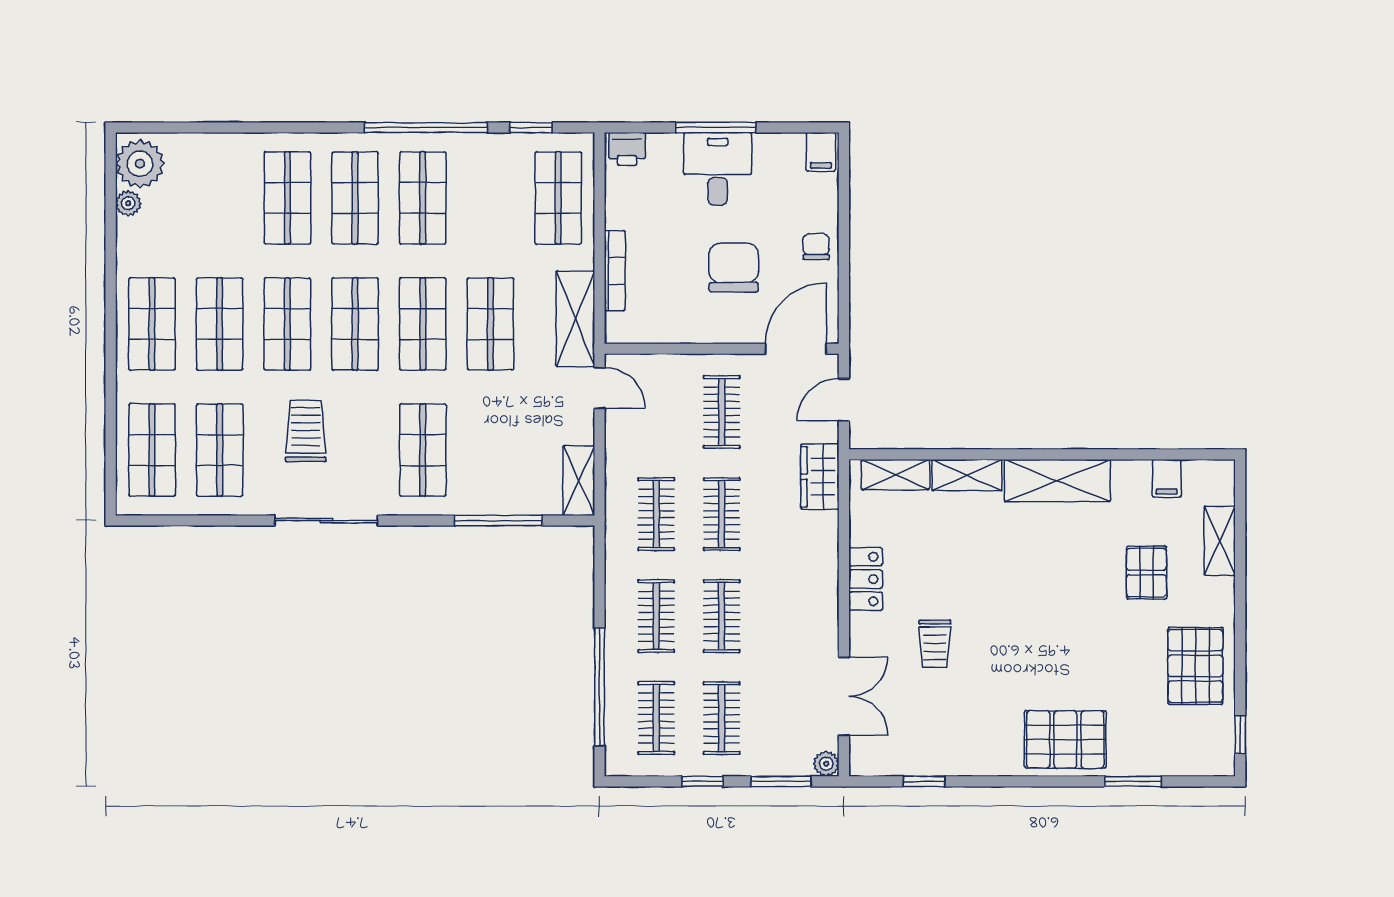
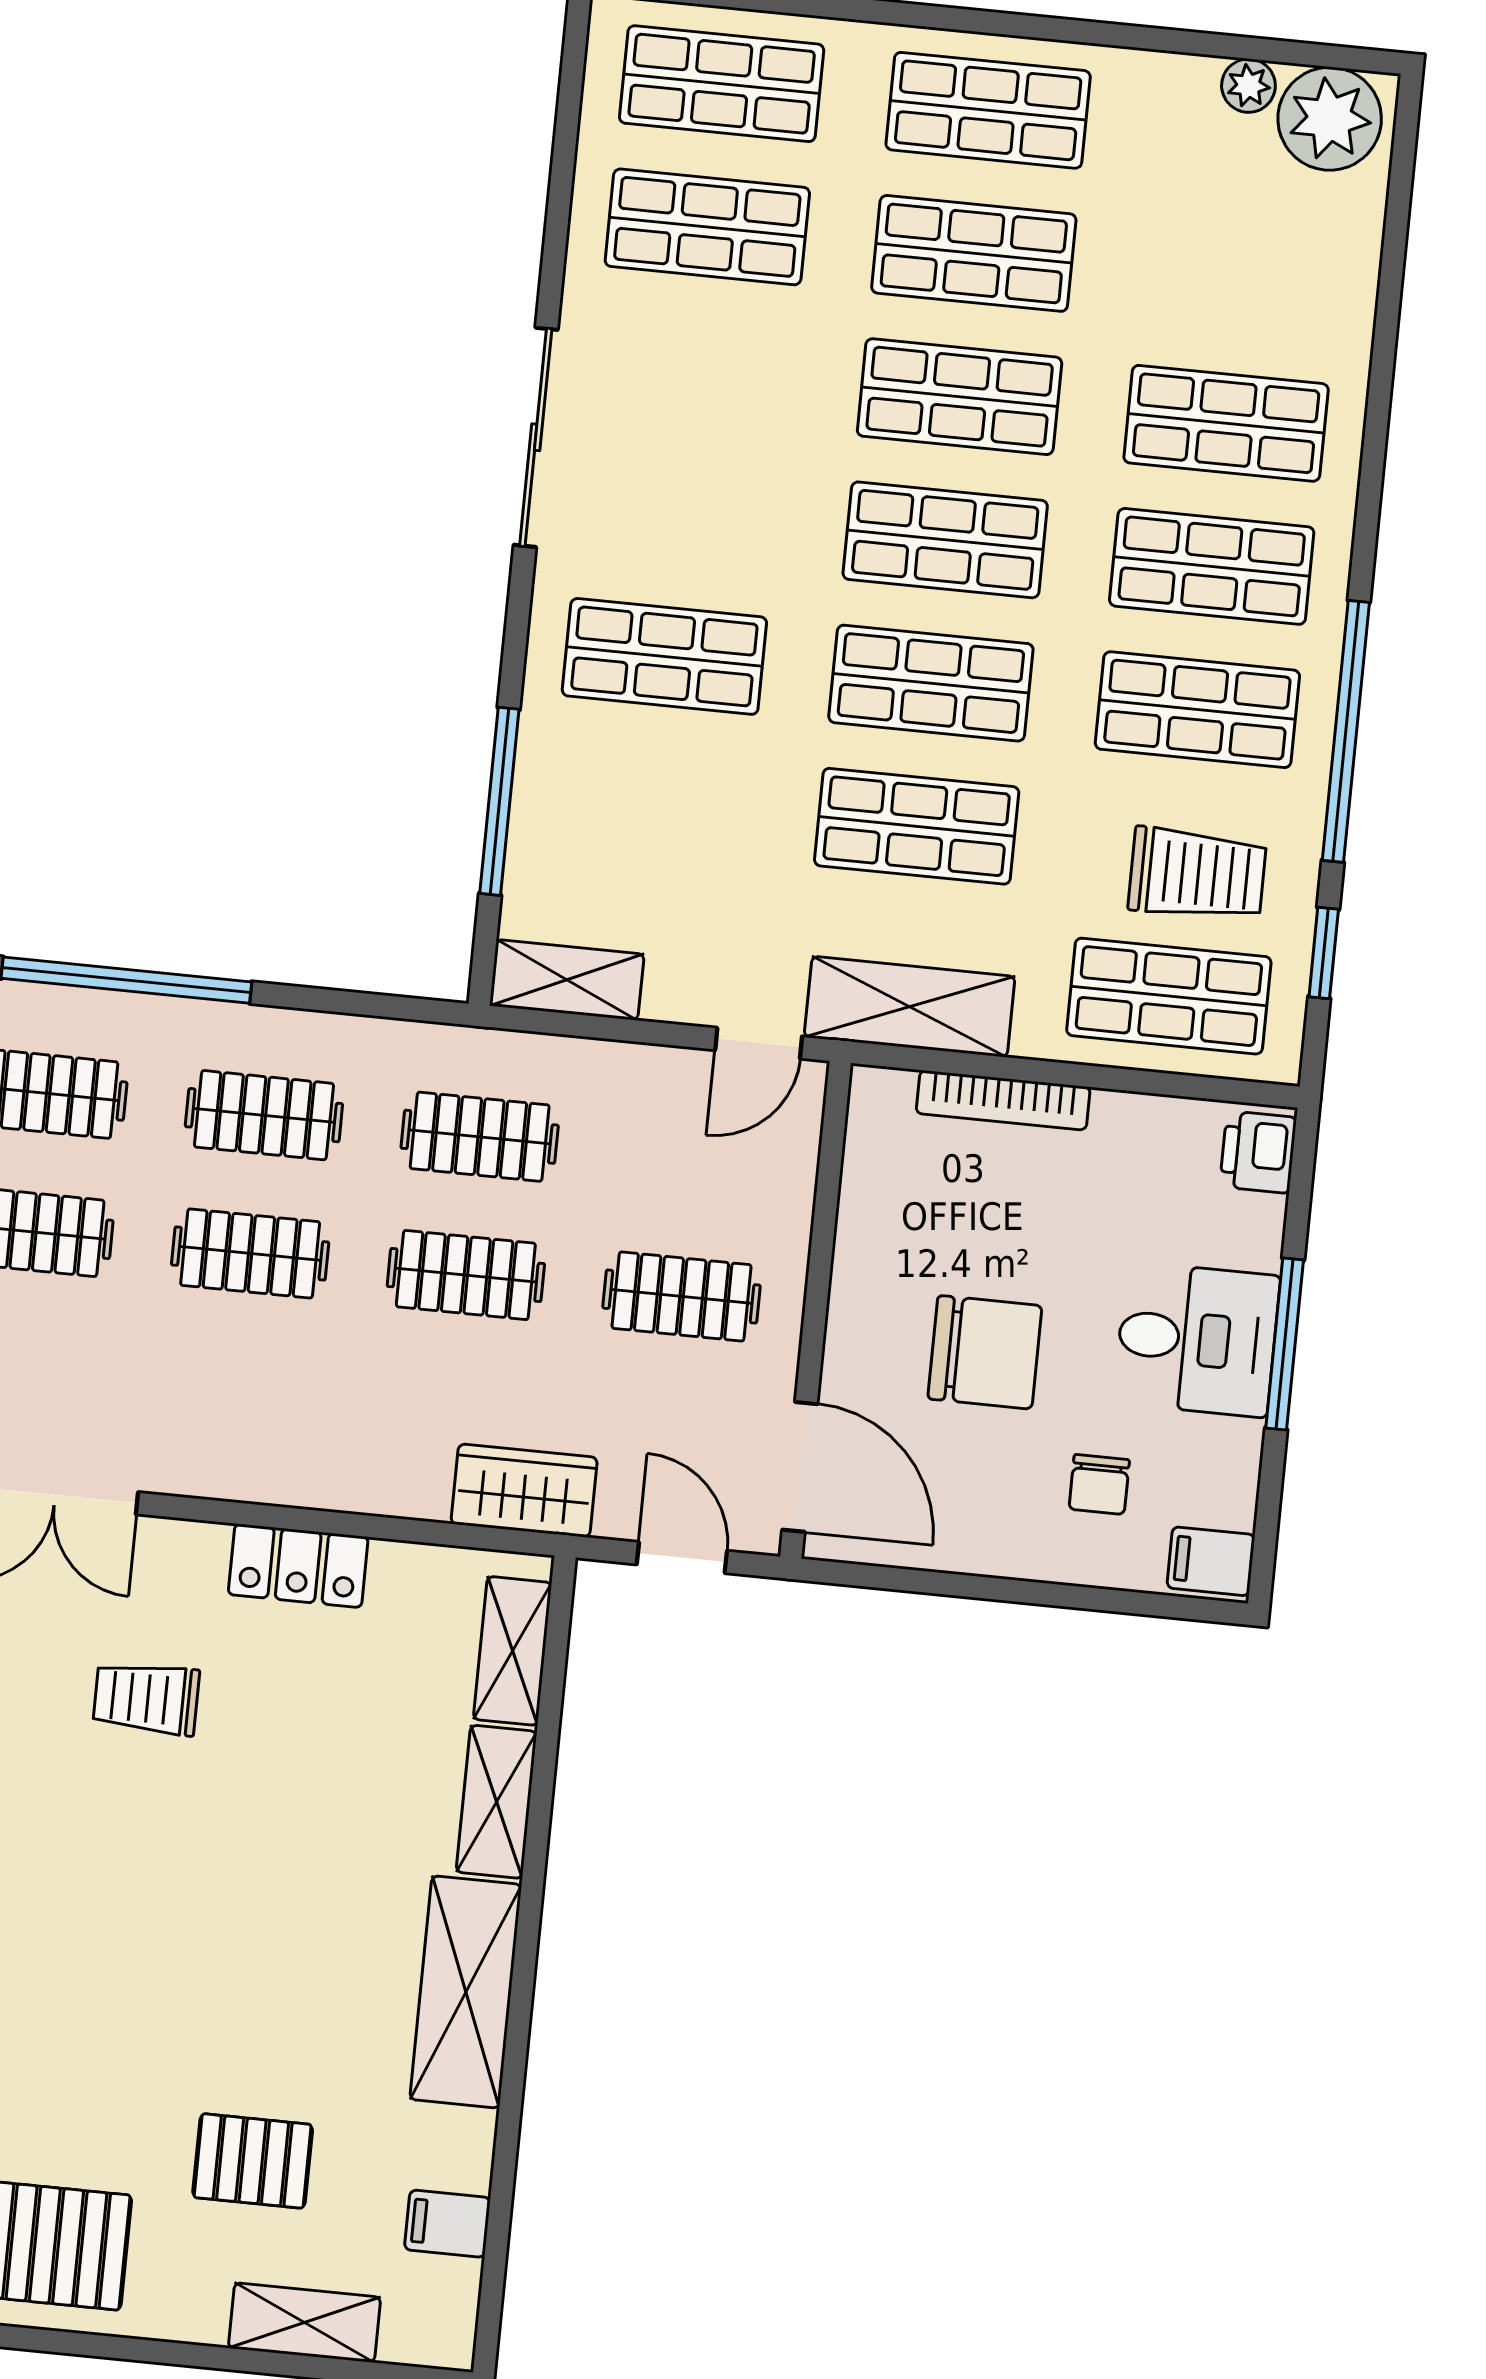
chair: (816, 247) -> (1099, 1484), moved, turned 90
trolley: (306, 431) -> (1197, 874), moved

